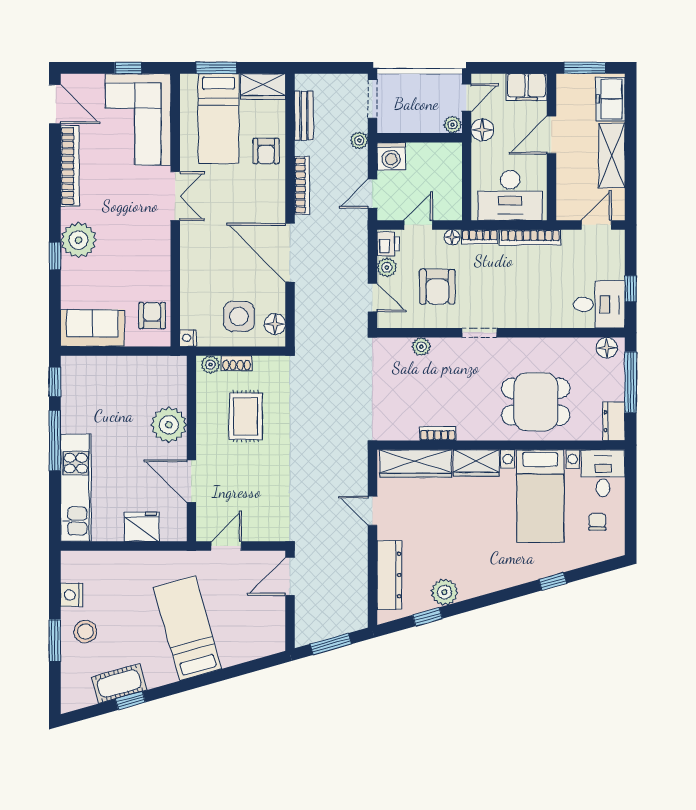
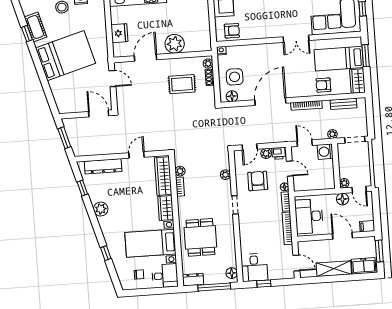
filing cabinet: (527, 87) -> (367, 226), width x0.50
armchair: (437, 287) -> (258, 181), turned 90
plant: (409, 431) -> (180, 171), added
plant: (444, 592) -> (101, 209), moved
bed: (187, 628) -> (65, 56), width x1.50

